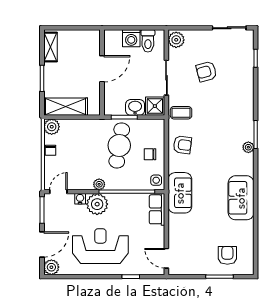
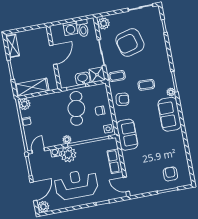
armchair: (206, 72) -> (130, 42), width x1.88, depth x1.88
coffee table: (218, 132) -> (146, 85), added
sofa: (241, 198) -> (170, 114), moved
row of seats: (157, 209) -> (115, 161), moved

